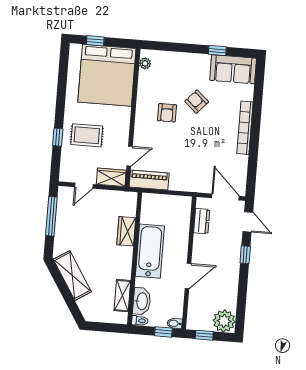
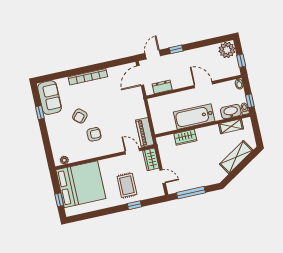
shelving: (72, 276) -> (236, 157), moved
window: (163, 332) -> (250, 101), moved

